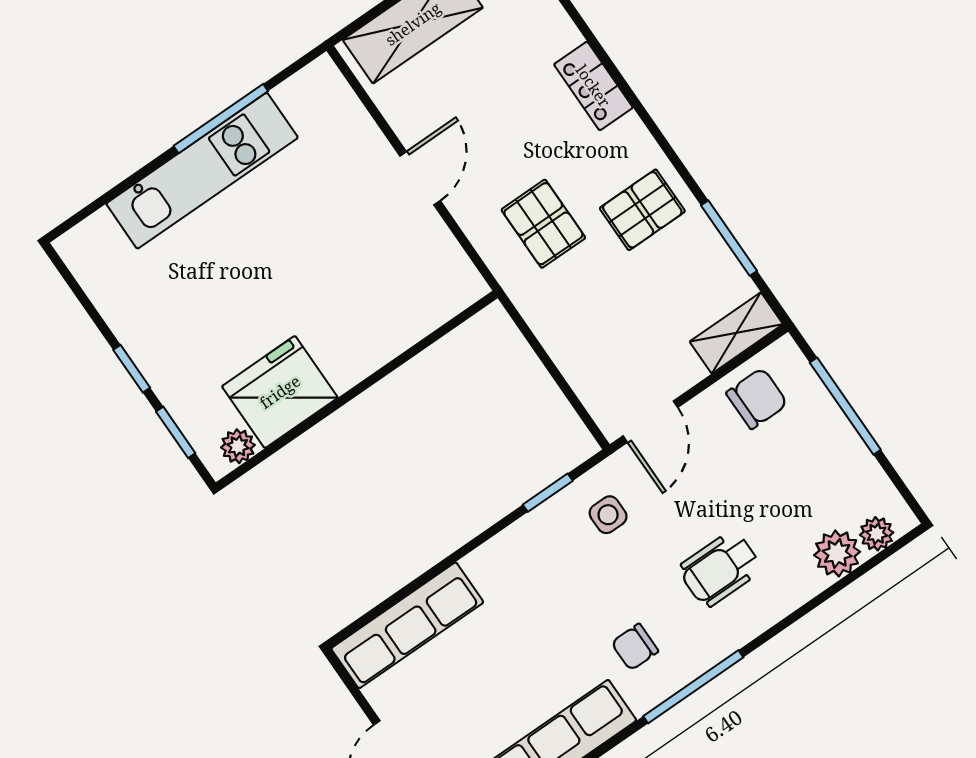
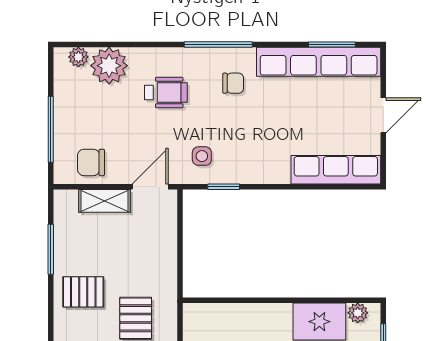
shelving: (736, 333) -> (105, 201), moved
plant: (837, 553) -> (109, 66), width x1.36, depth x1.36

